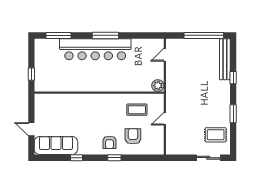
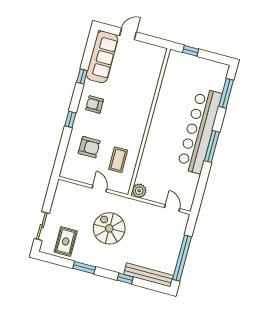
spiral stairs: (195, 102) -> (109, 228), added
armchair: (109, 142) -> (95, 104), moved

